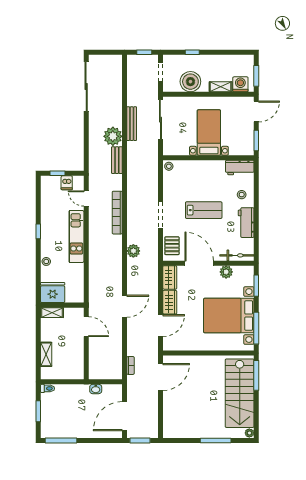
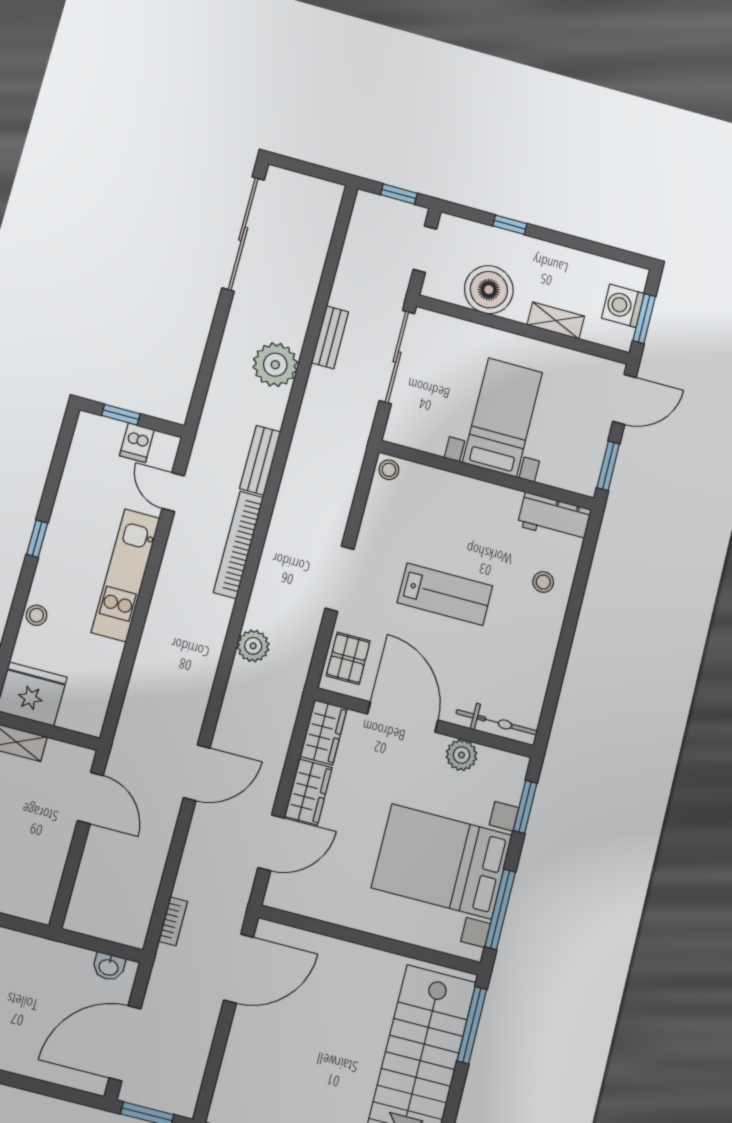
washing machine: (240, 84) -> (623, 306), moved, turned -90
bench: (132, 124) -> (330, 337), width x0.73
bench: (117, 160) -> (260, 460), moved
workbench: (246, 223) -> (538, 650), removed
washbasin: (96, 389) -> (109, 967), moved

